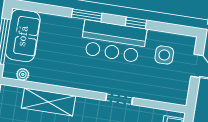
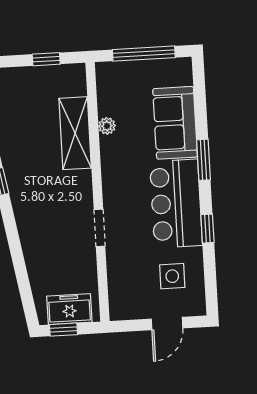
sofa: (23, 36) -> (175, 123), moved, turned 90
plant: (23, 74) -> (107, 126), moved

